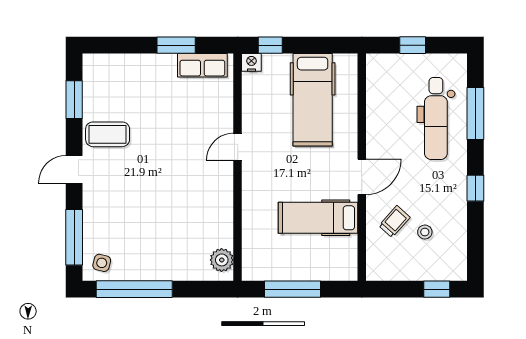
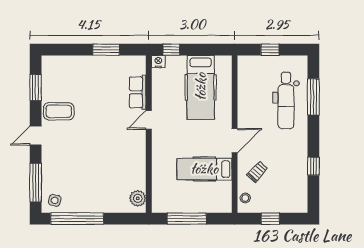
row of seats: (202, 65) -> (138, 92), moved, turned 90
window: (475, 188) -> (313, 166), moved
stool: (425, 232) -> (245, 198), moved
window: (437, 289) -> (270, 219), moved

